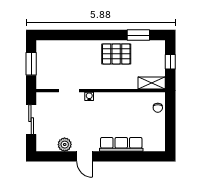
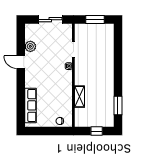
pallet: (116, 54) -> (103, 88), removed
shelving: (152, 83) -> (80, 97), moved
row of seats: (121, 144) -> (30, 105), moved
door: (84, 156) -> (21, 62), hinge flipped

